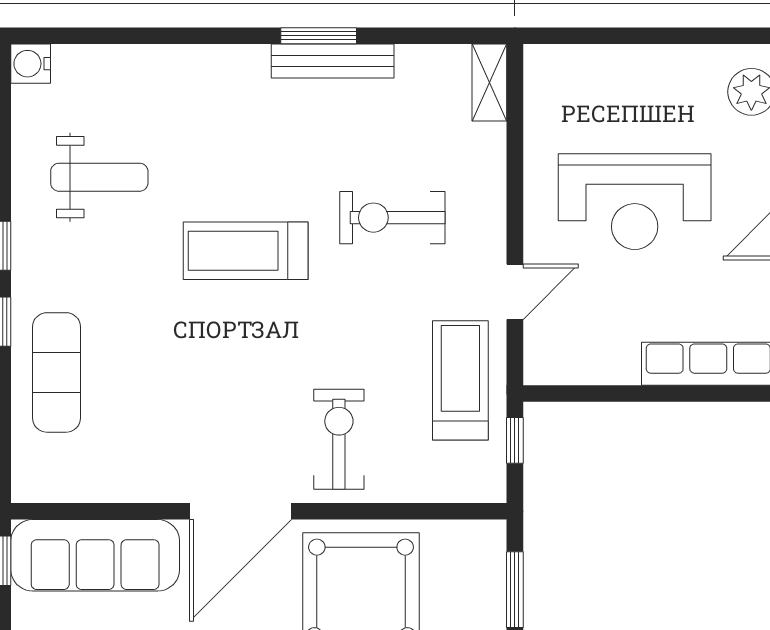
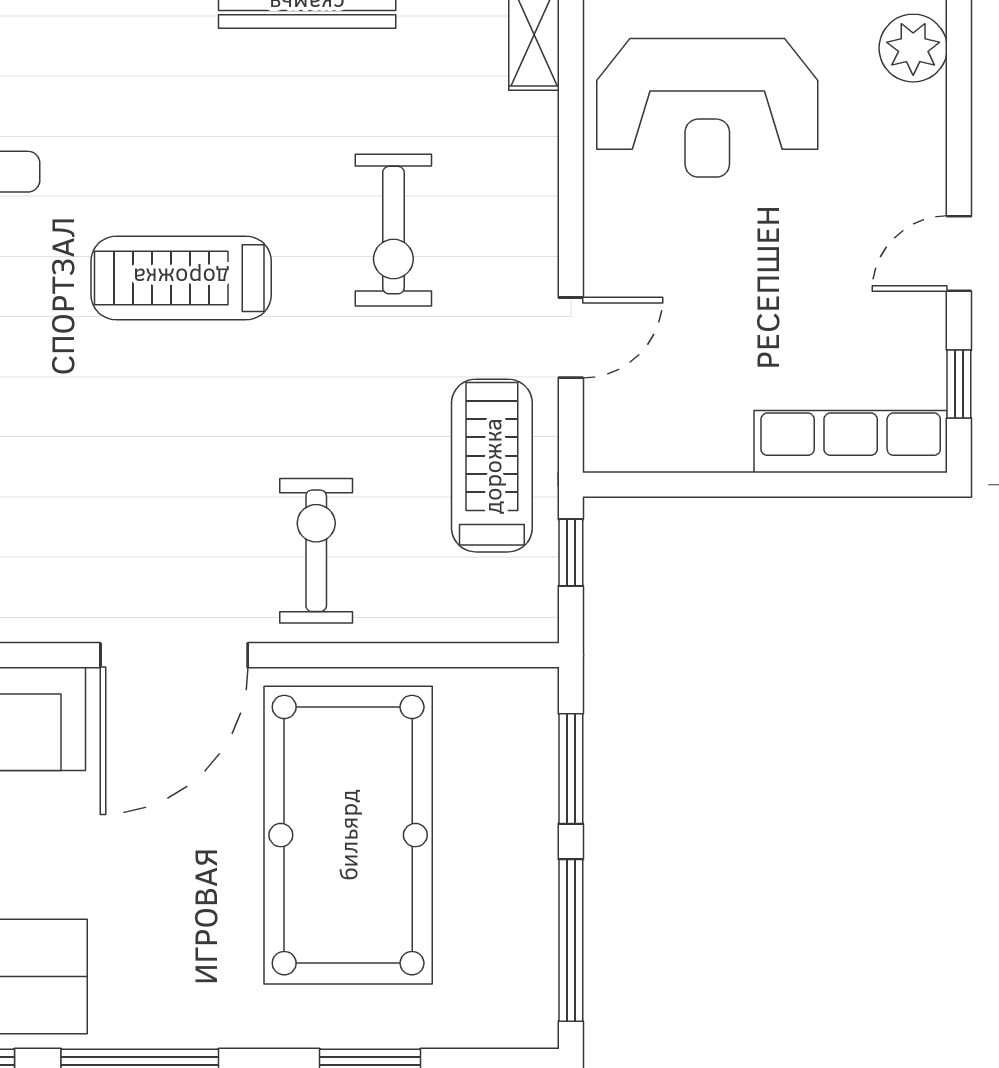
reception desk: (635, 202) -> (707, 108), moved
exercise bike: (392, 218) -> (393, 230), turned -90

